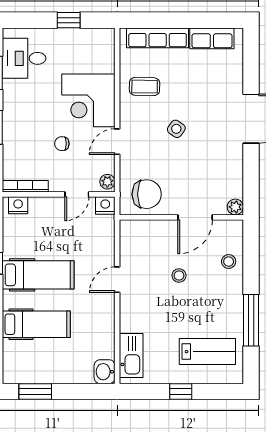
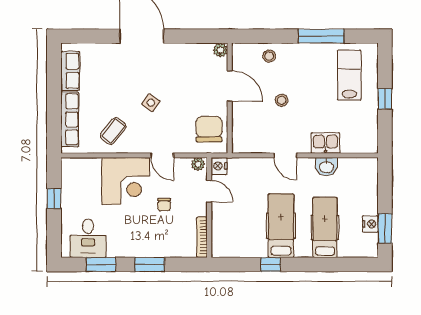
coffee table: (145, 87) -> (113, 131), turned 38
nightstand: (18, 205) -> (370, 224), moved, turned 180
kitchen sink: (131, 356) -> (325, 143), moved, width x0.73
washbasin: (105, 372) -> (326, 167), moved

